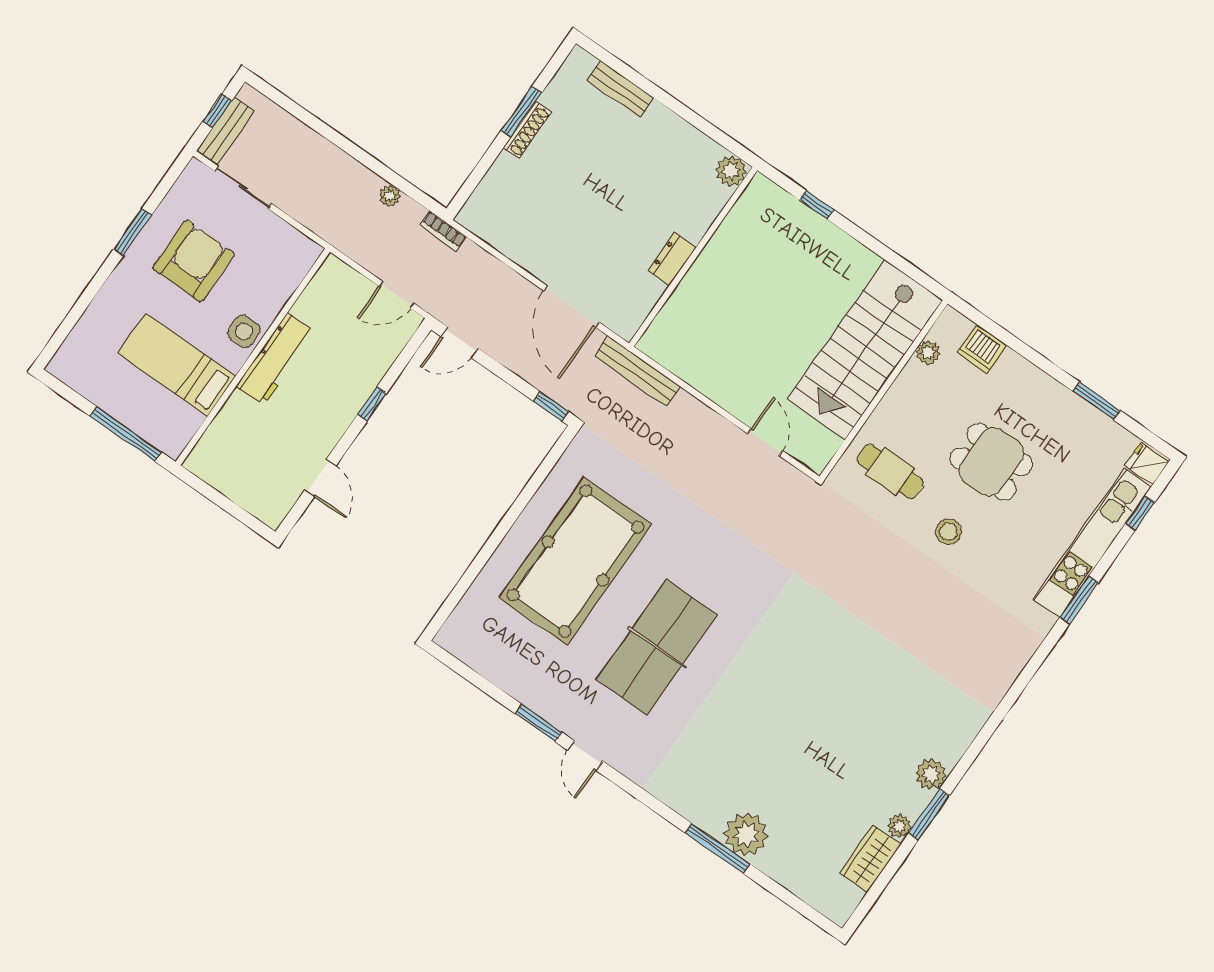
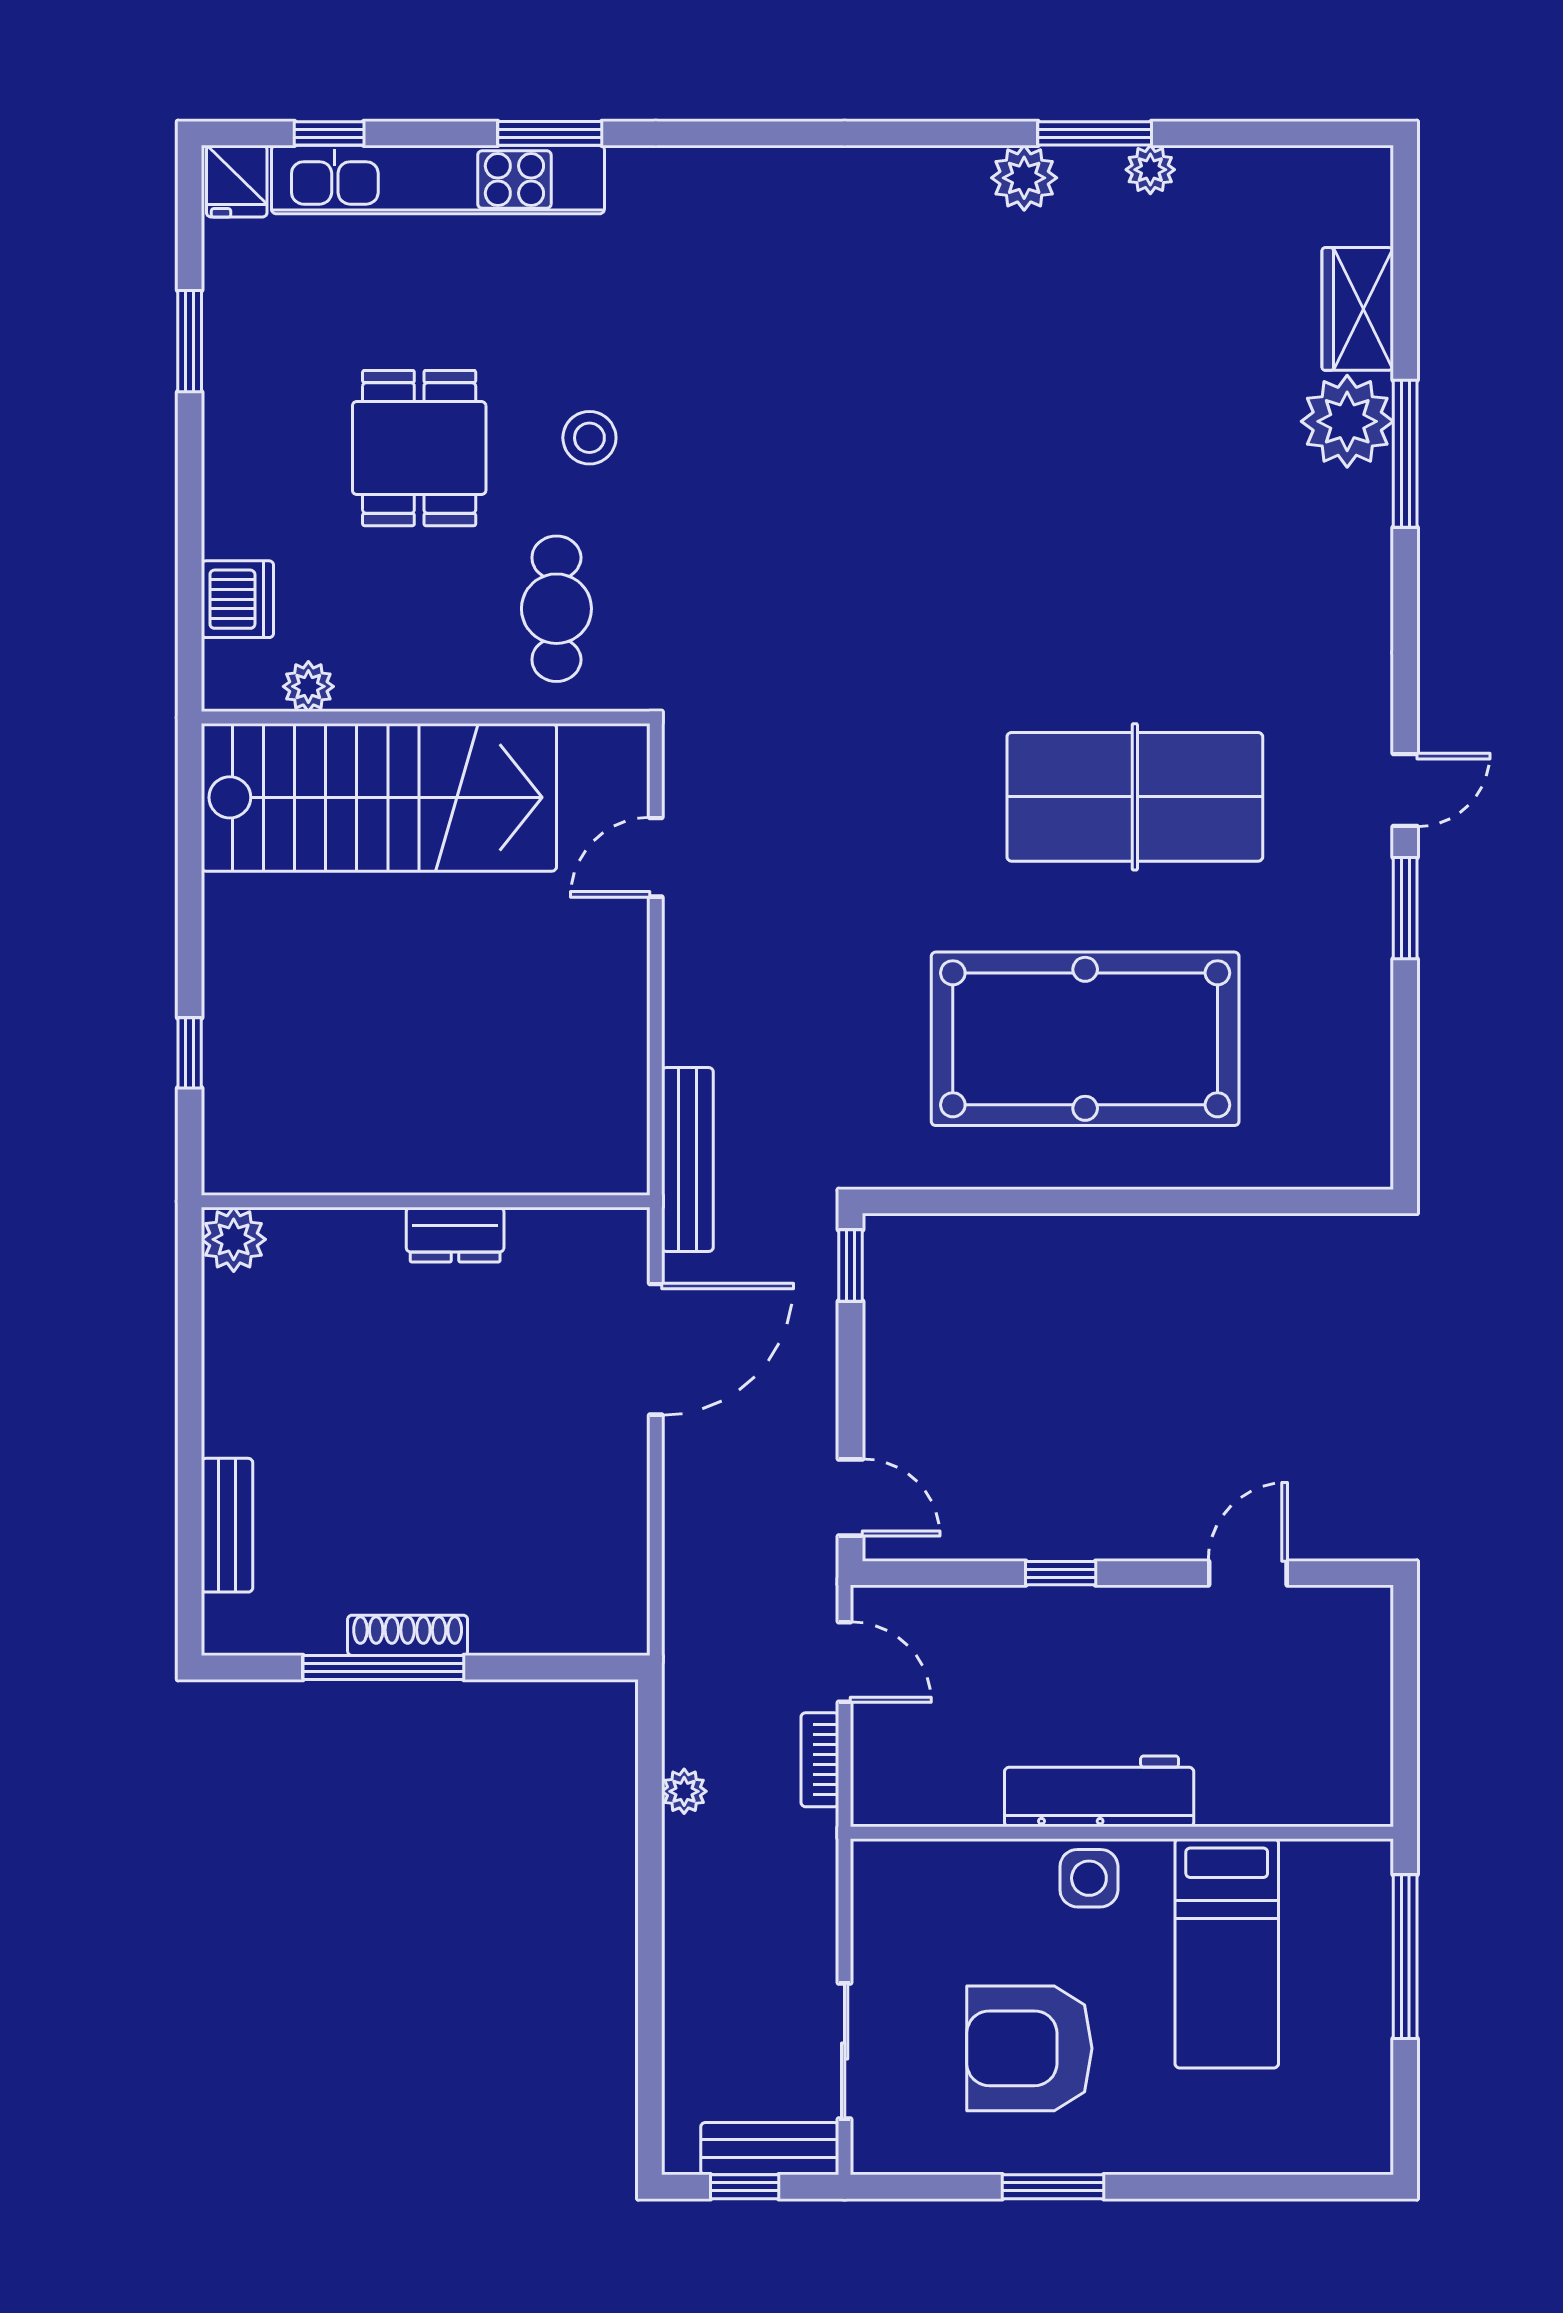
window: (521, 112) -> (383, 1667), width x1.44
bookcase: (443, 231) -> (820, 1760), moved, turned 180
wardrobe: (870, 859) -> (1358, 309), moved, turned 90

